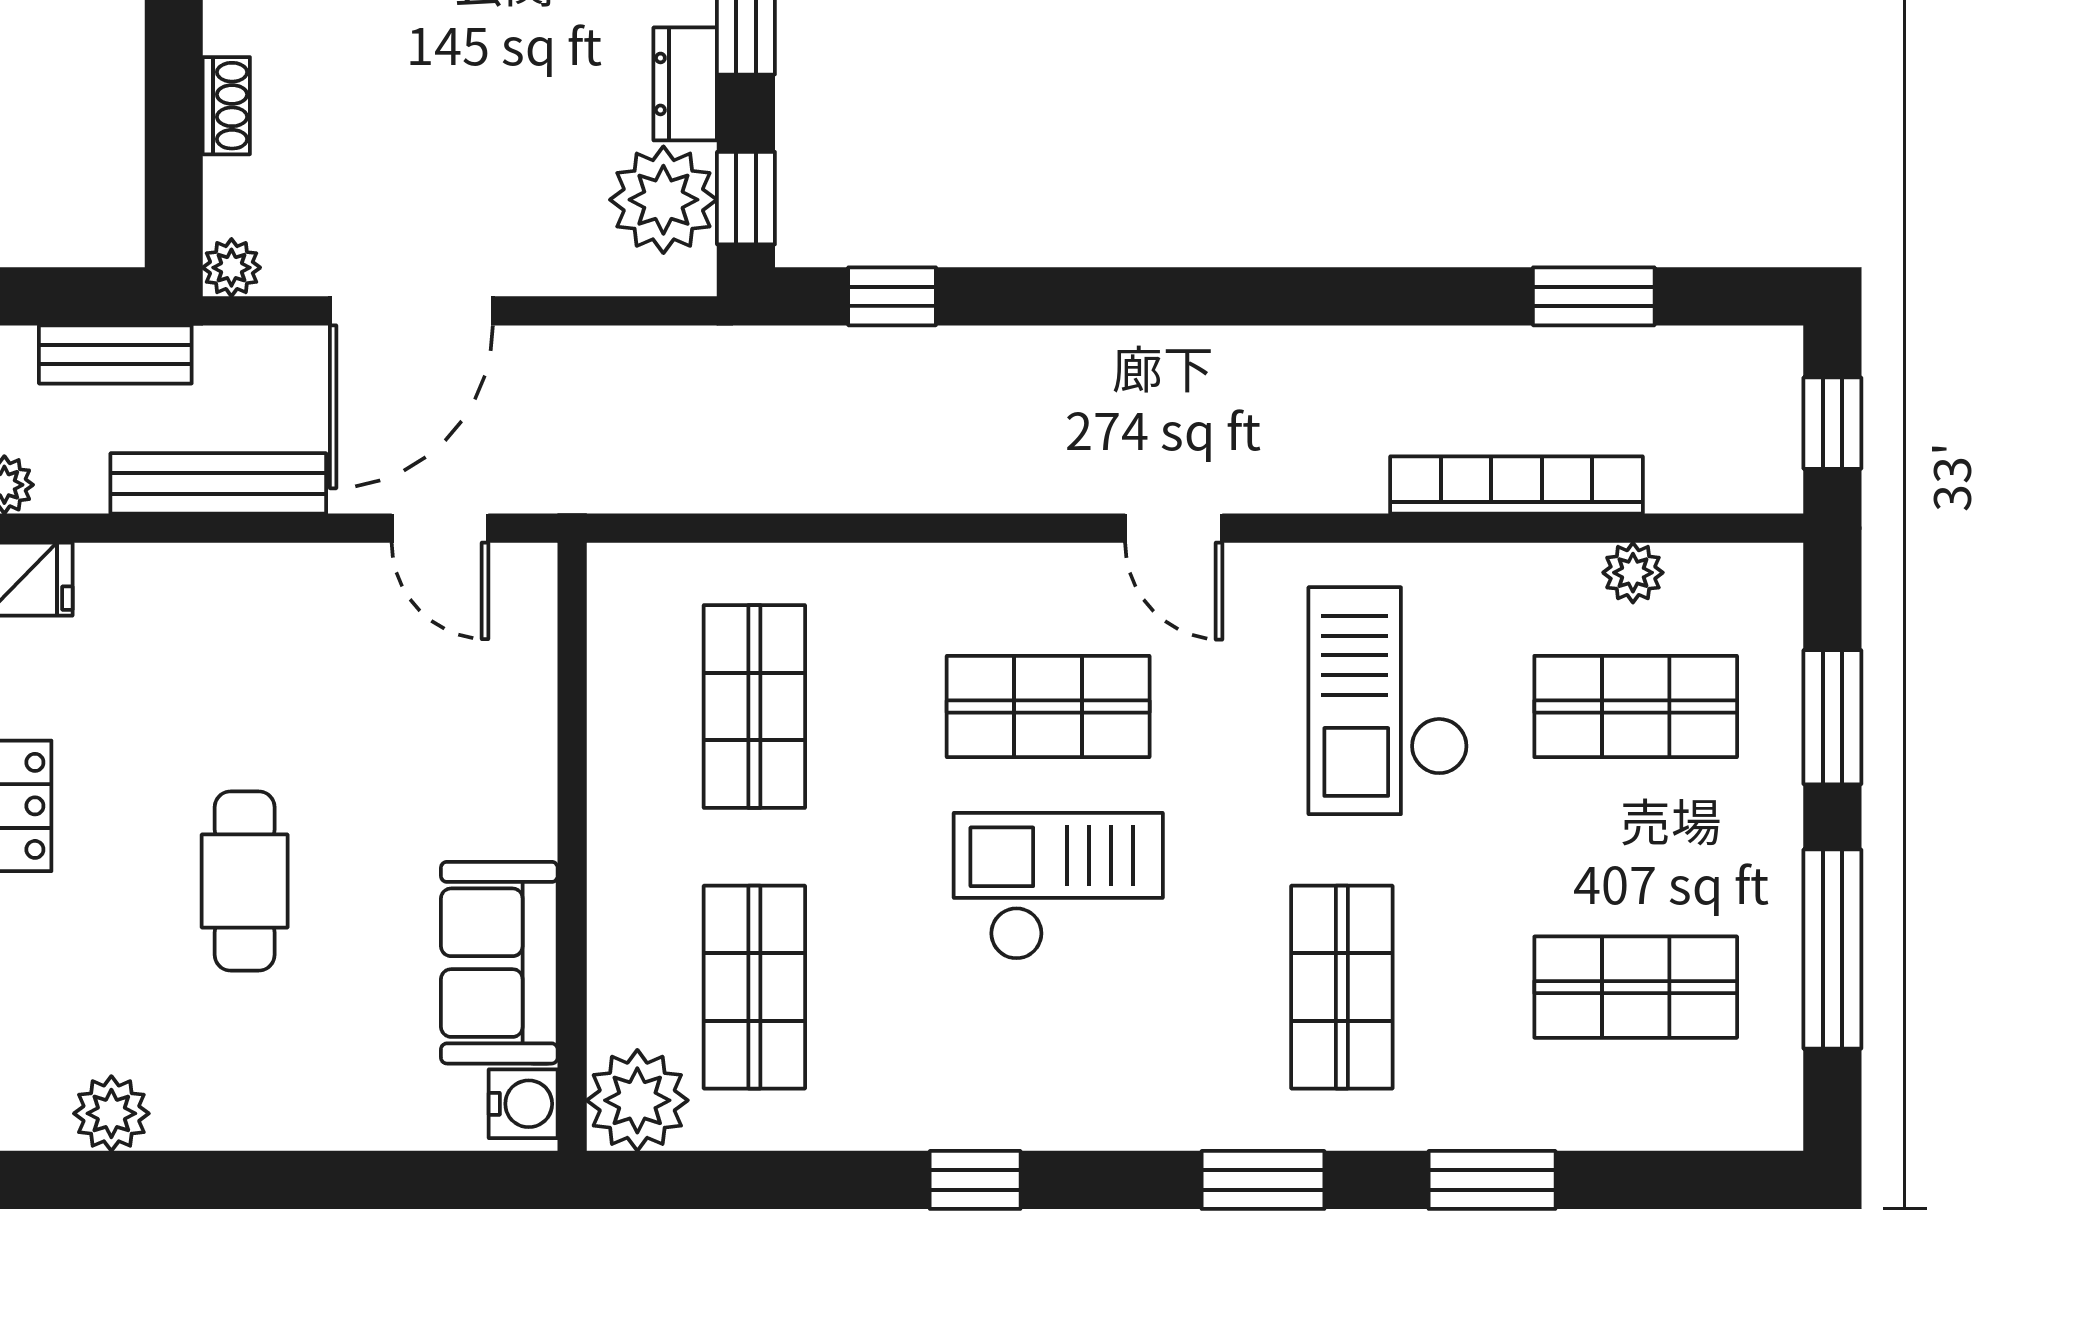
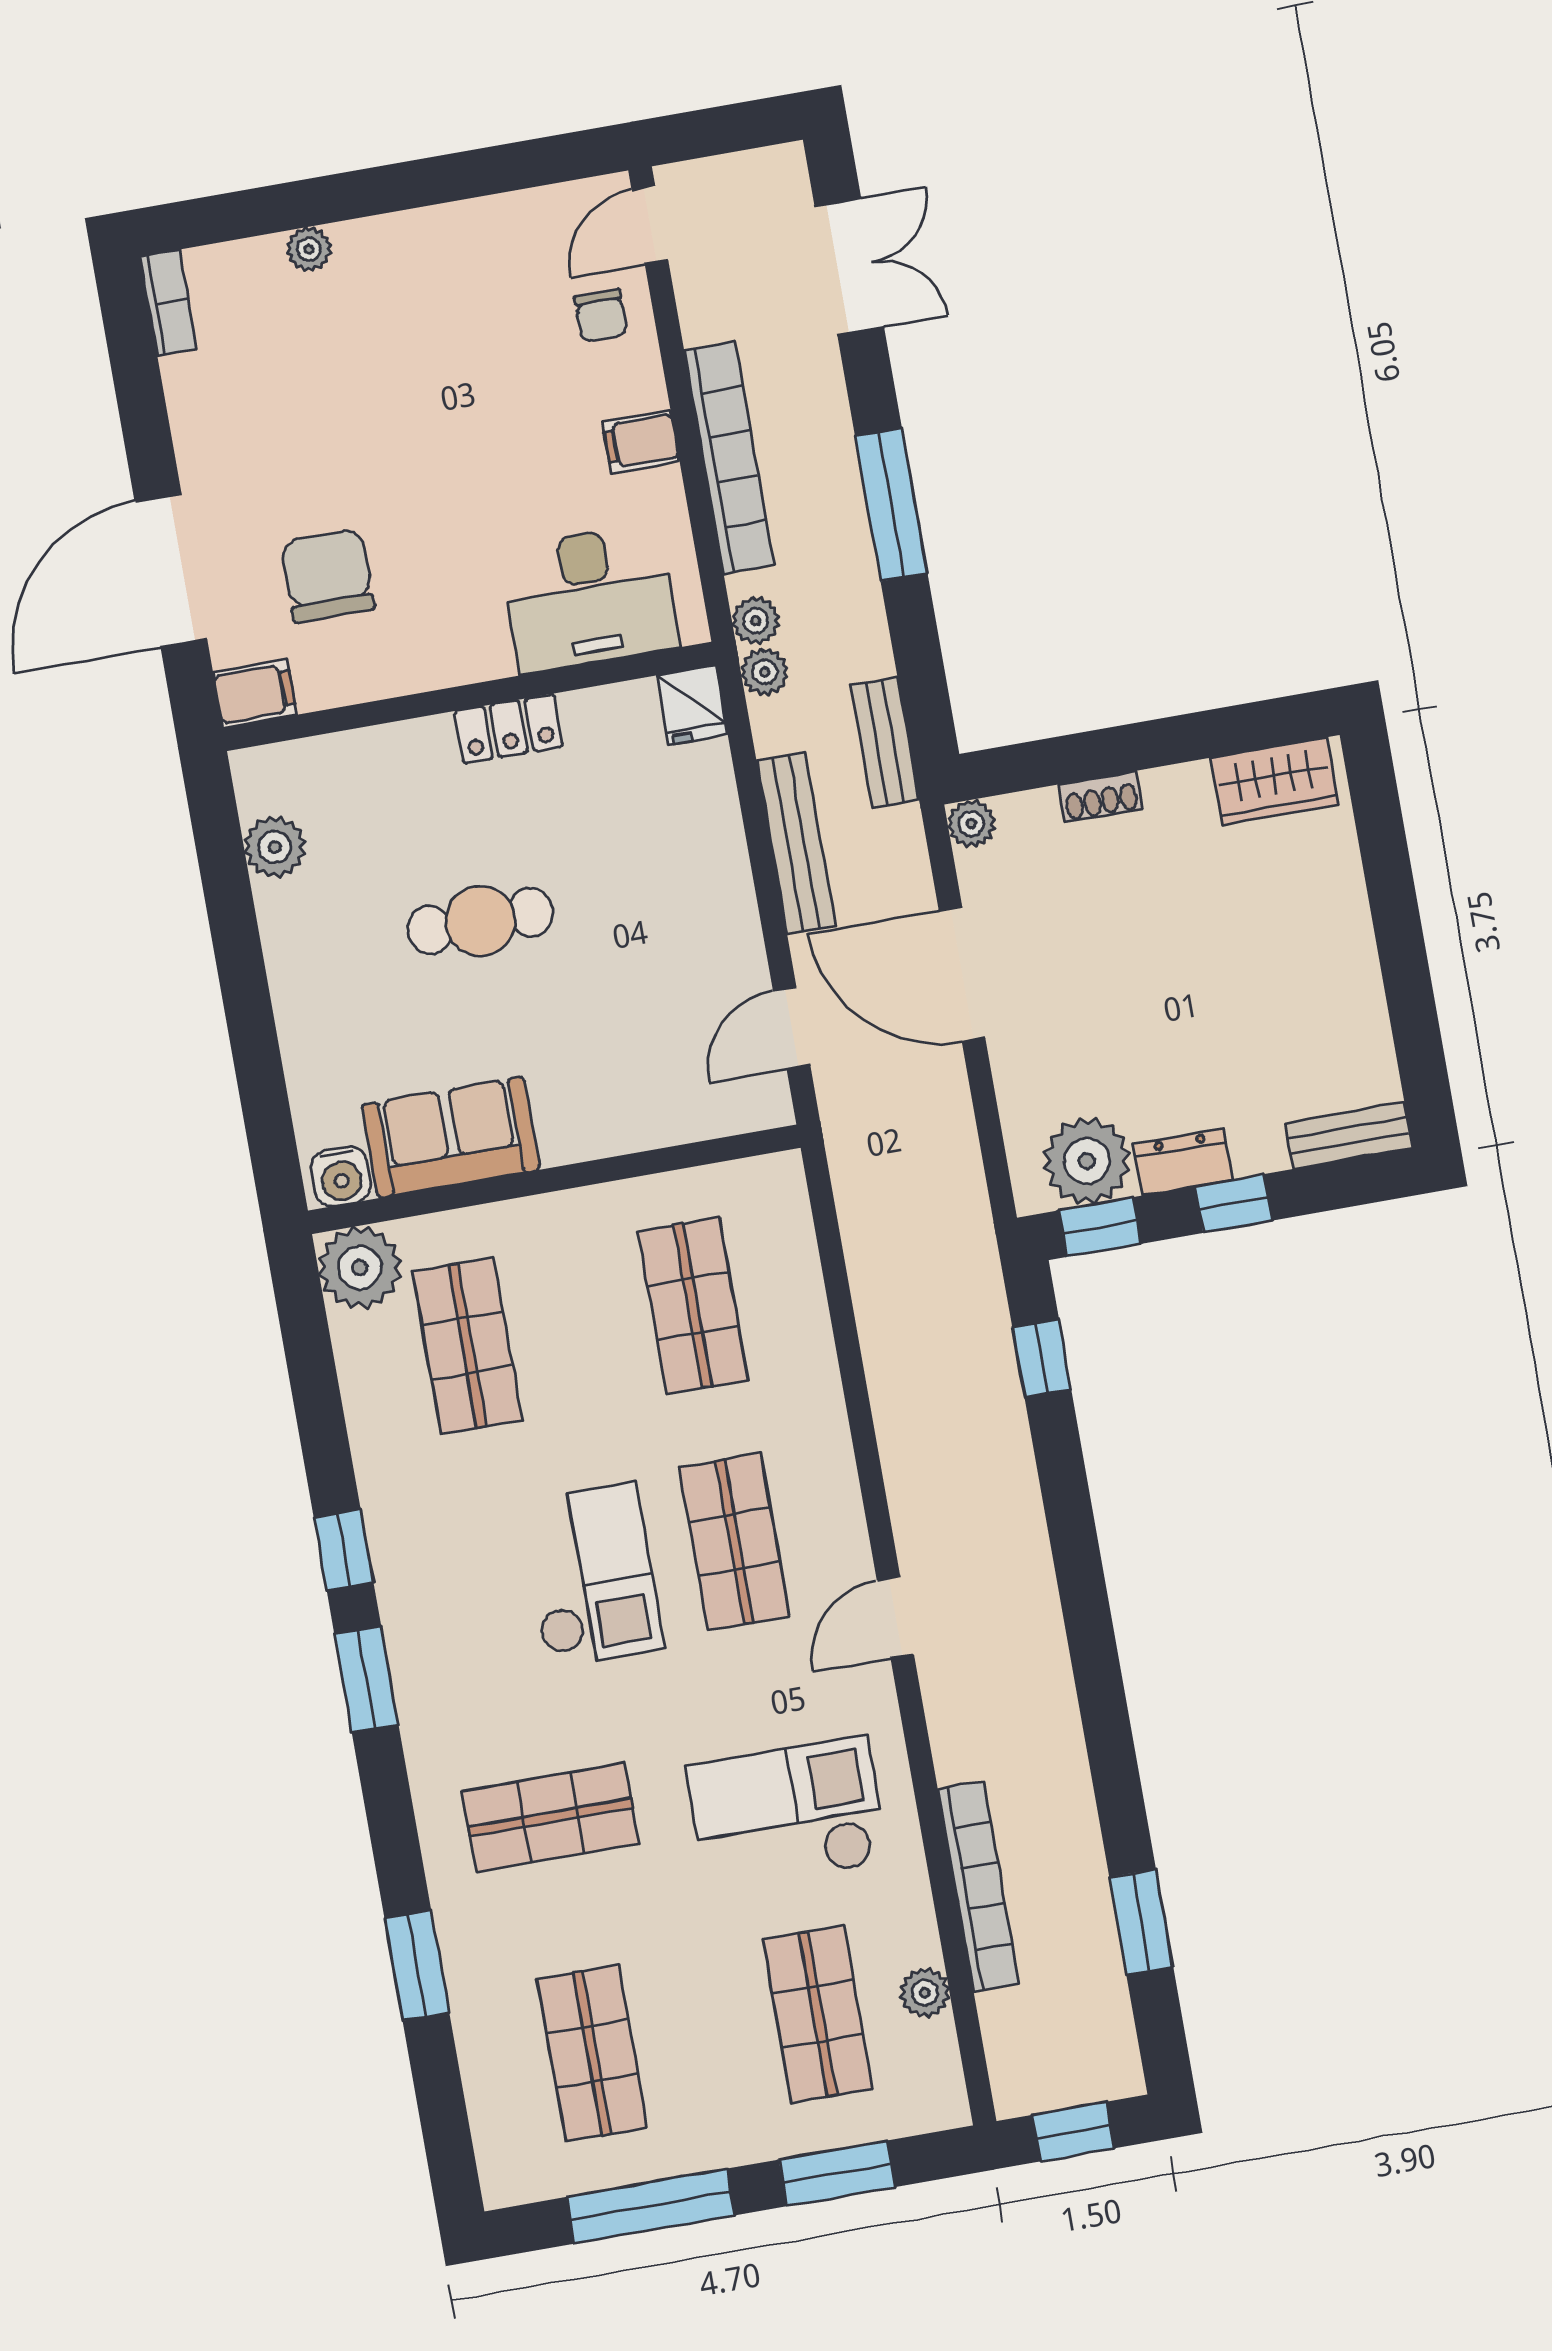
shop shelf: (754, 706) -> (693, 1306), turned 90
shop shelf: (754, 987) -> (467, 1346), turned 90
window: (1263, 1180) -> (366, 1679), moved

